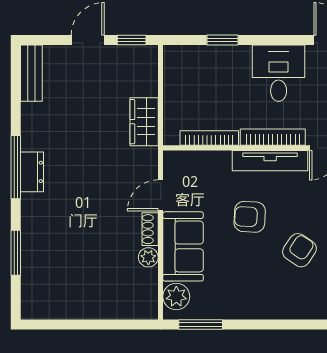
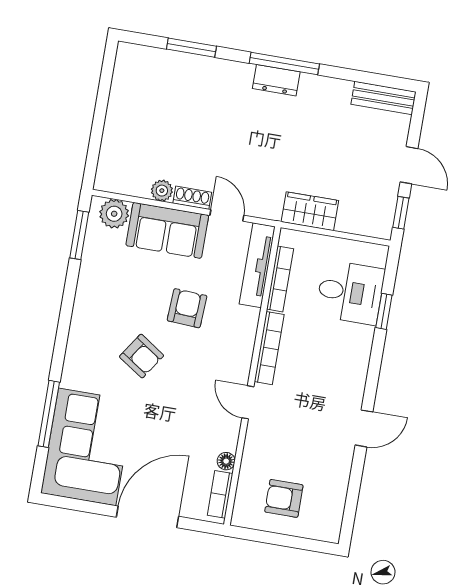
desk: (279, 73) -> (350, 292), moved
tv unit: (270, 161) -> (257, 265), moved

